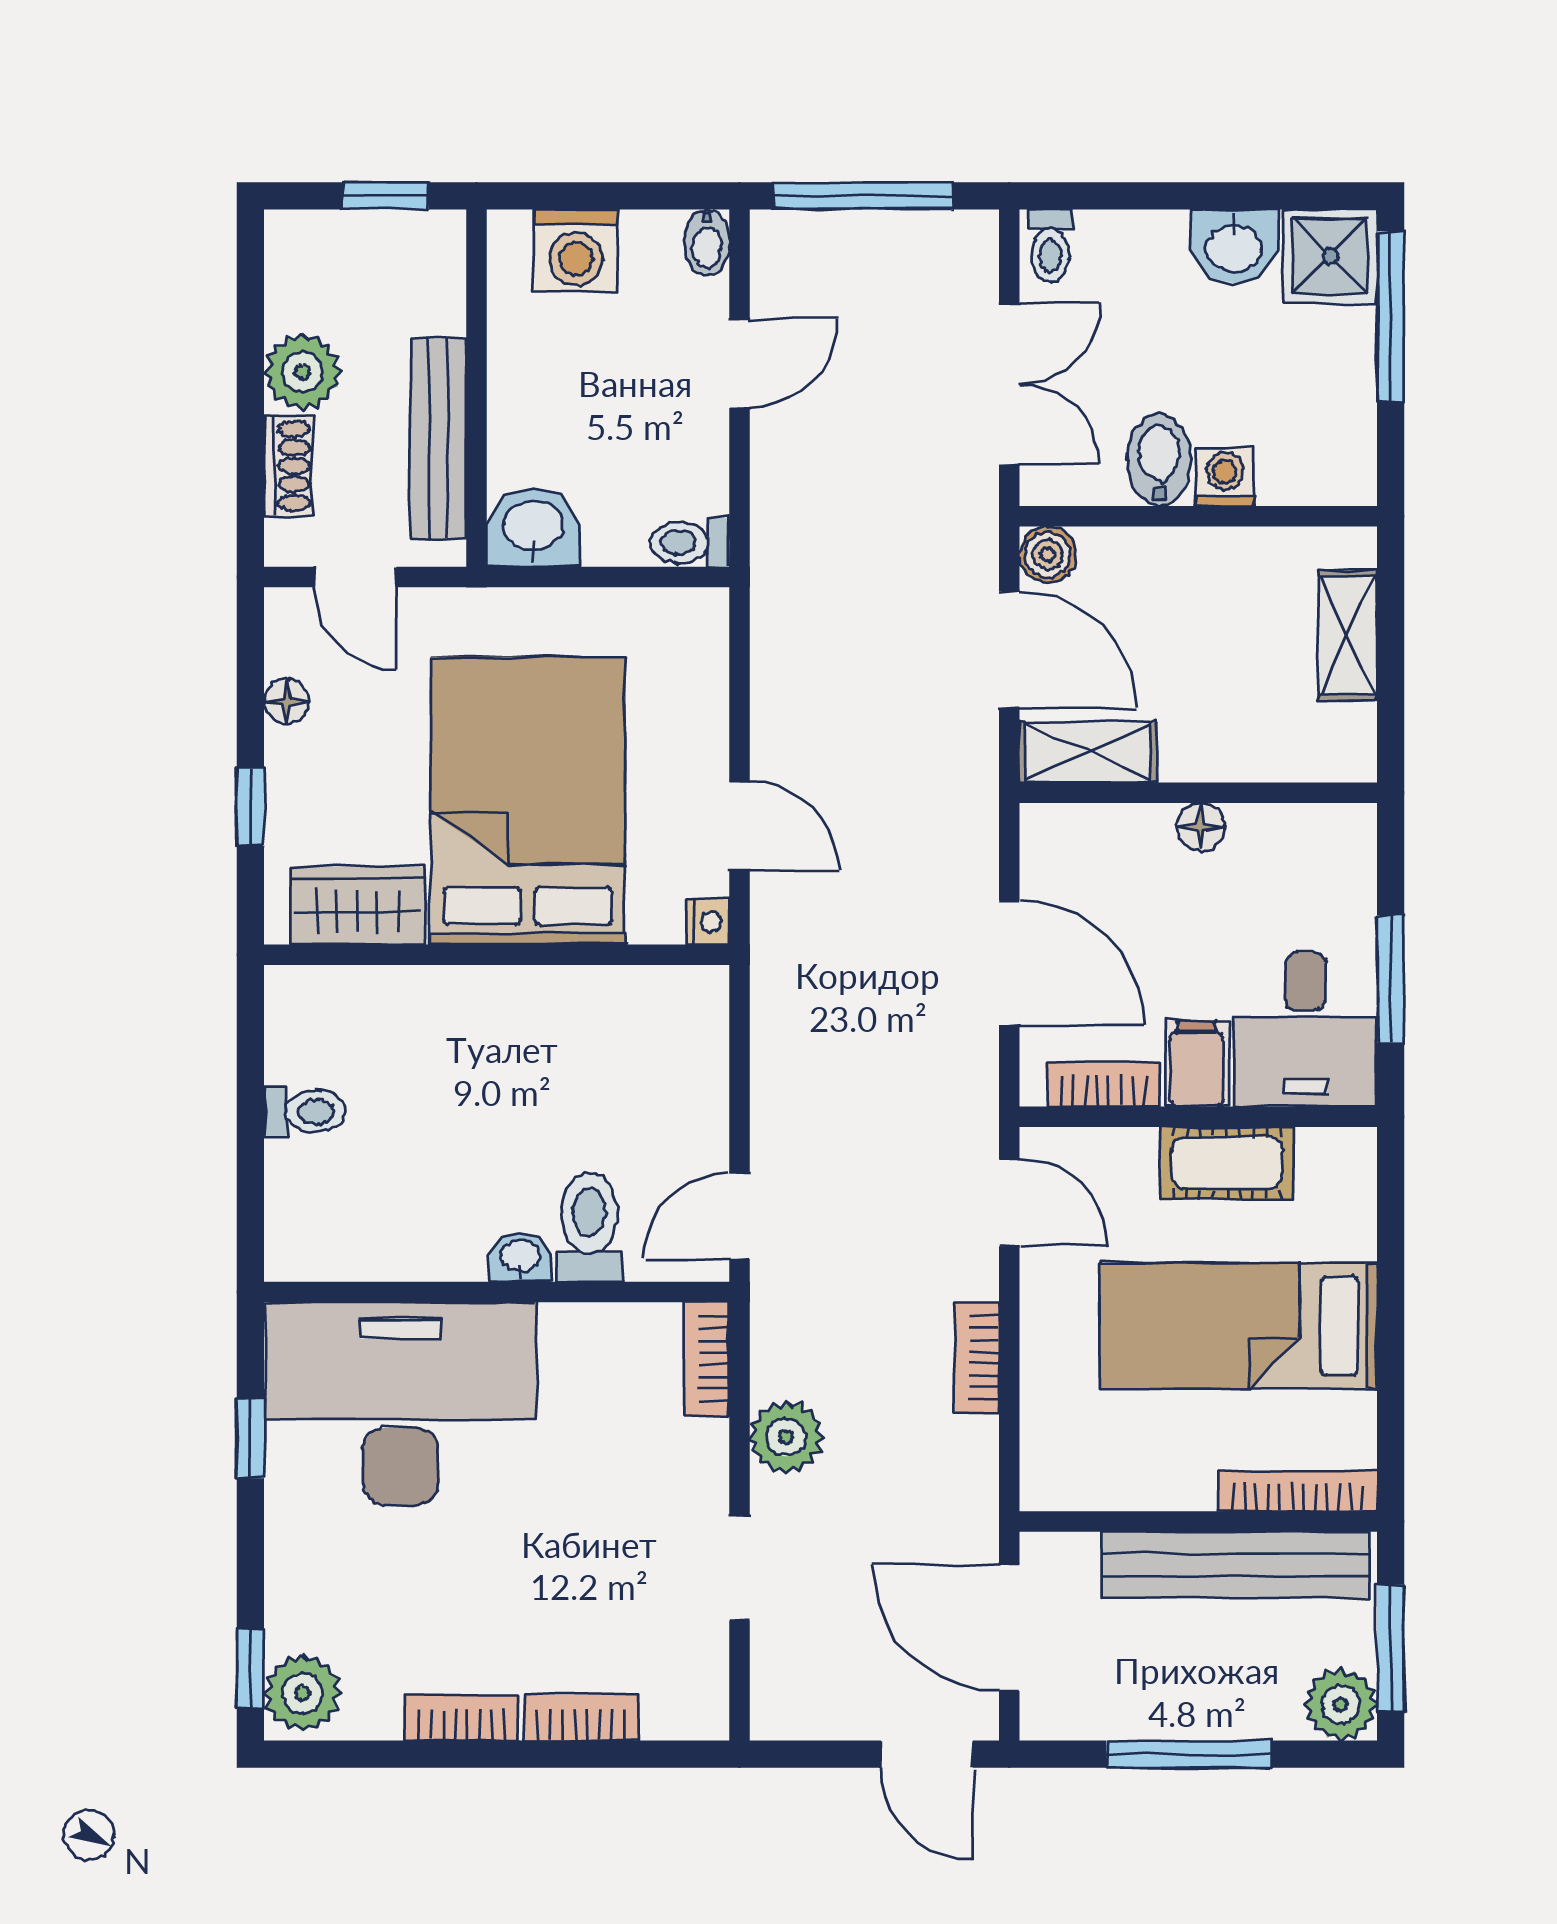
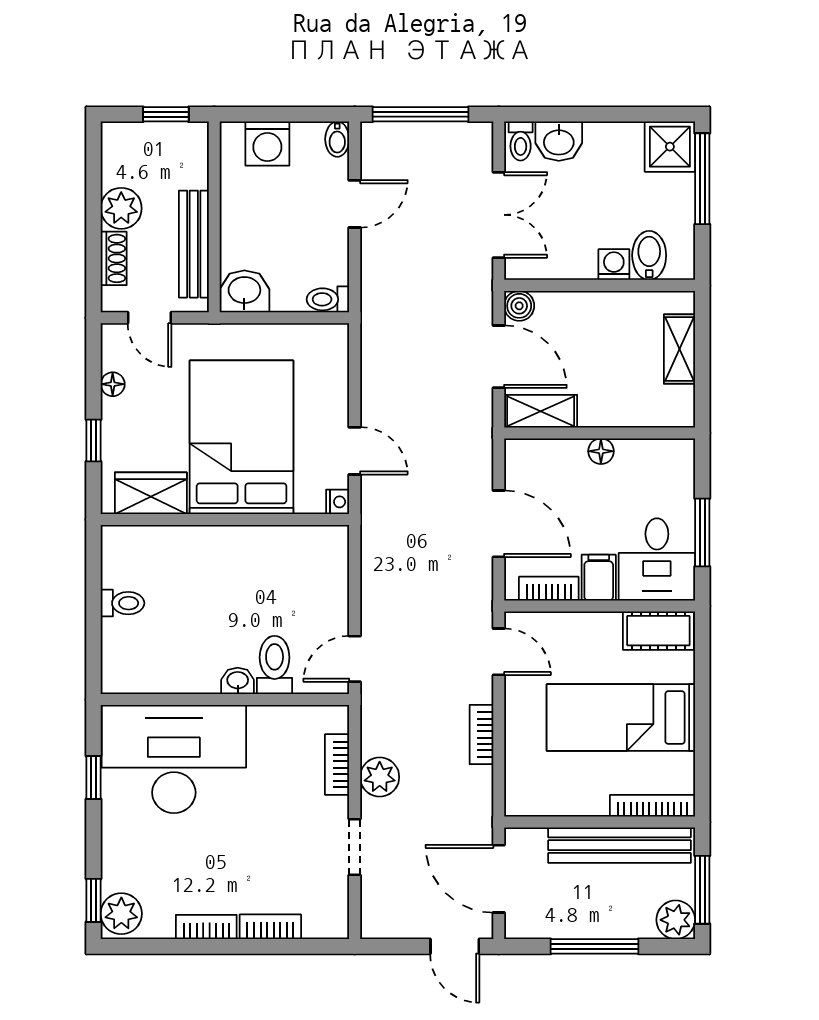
washbasin: (1234, 246) -> (559, 141), moved
bidet: (1159, 460) -> (649, 255), moved
cot: (1227, 1163) -> (658, 631), moved
bookcase: (707, 1359) -> (337, 765), moved

